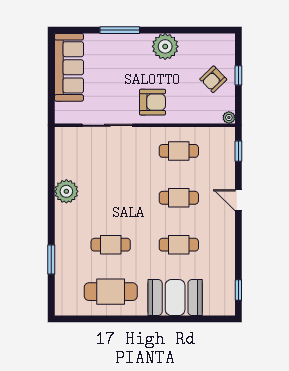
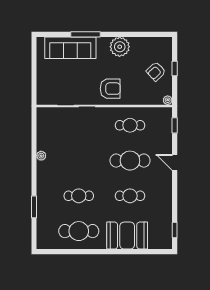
sofa: (69, 67) -> (70, 48), moved, turned 90
plant: (66, 191) -> (41, 156), width x0.53, depth x0.53
cafe table: (179, 198) -> (130, 161), width x1.37, depth x1.35

